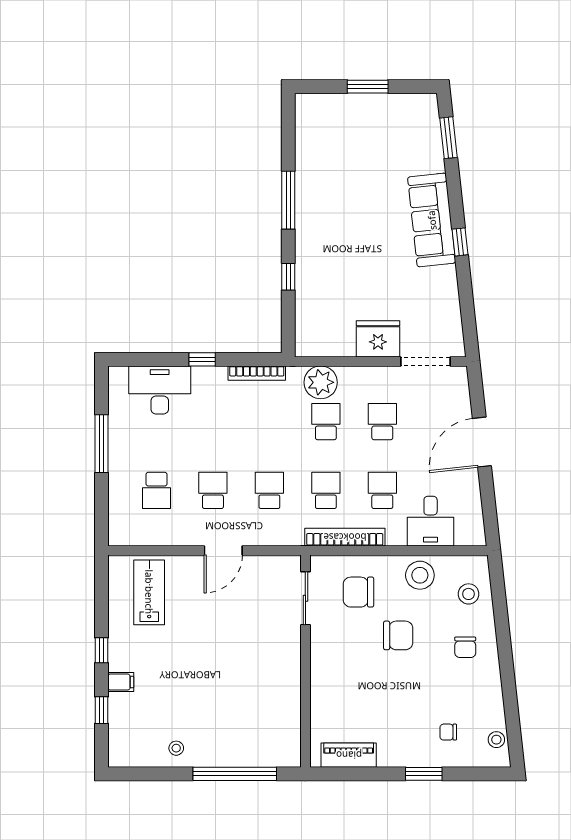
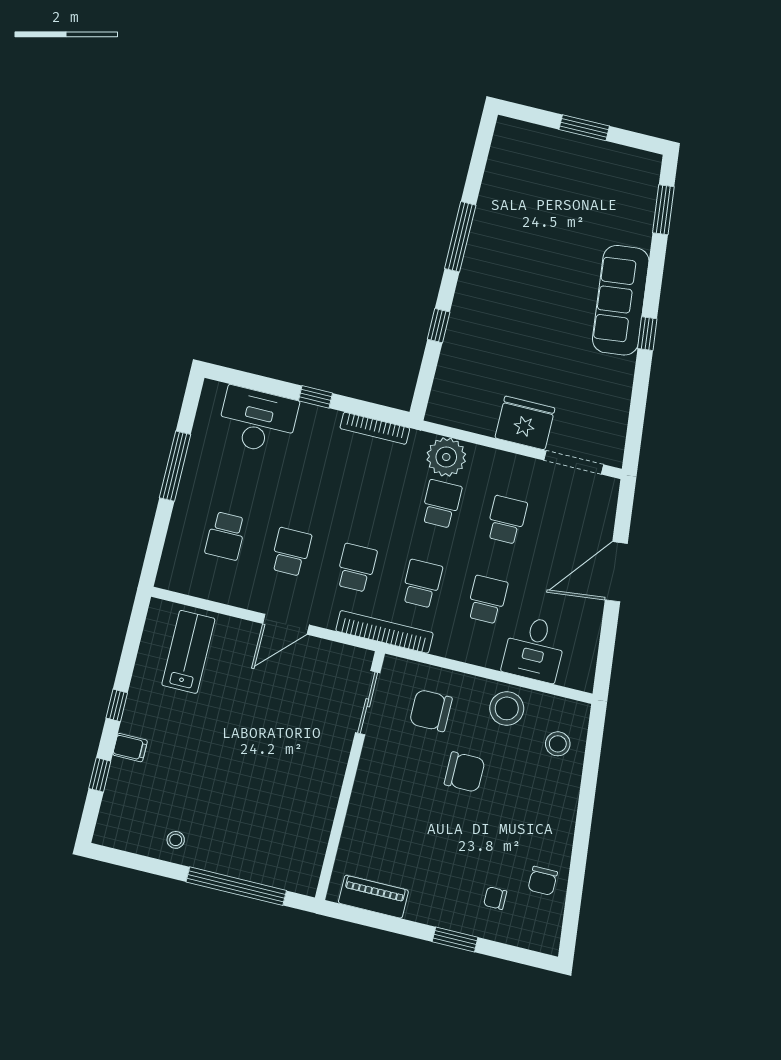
bookcase: (345, 537) -> (384, 632), moved
chair: (465, 647) -> (543, 881), moved
stool: (496, 740) -> (549, 920), removed

